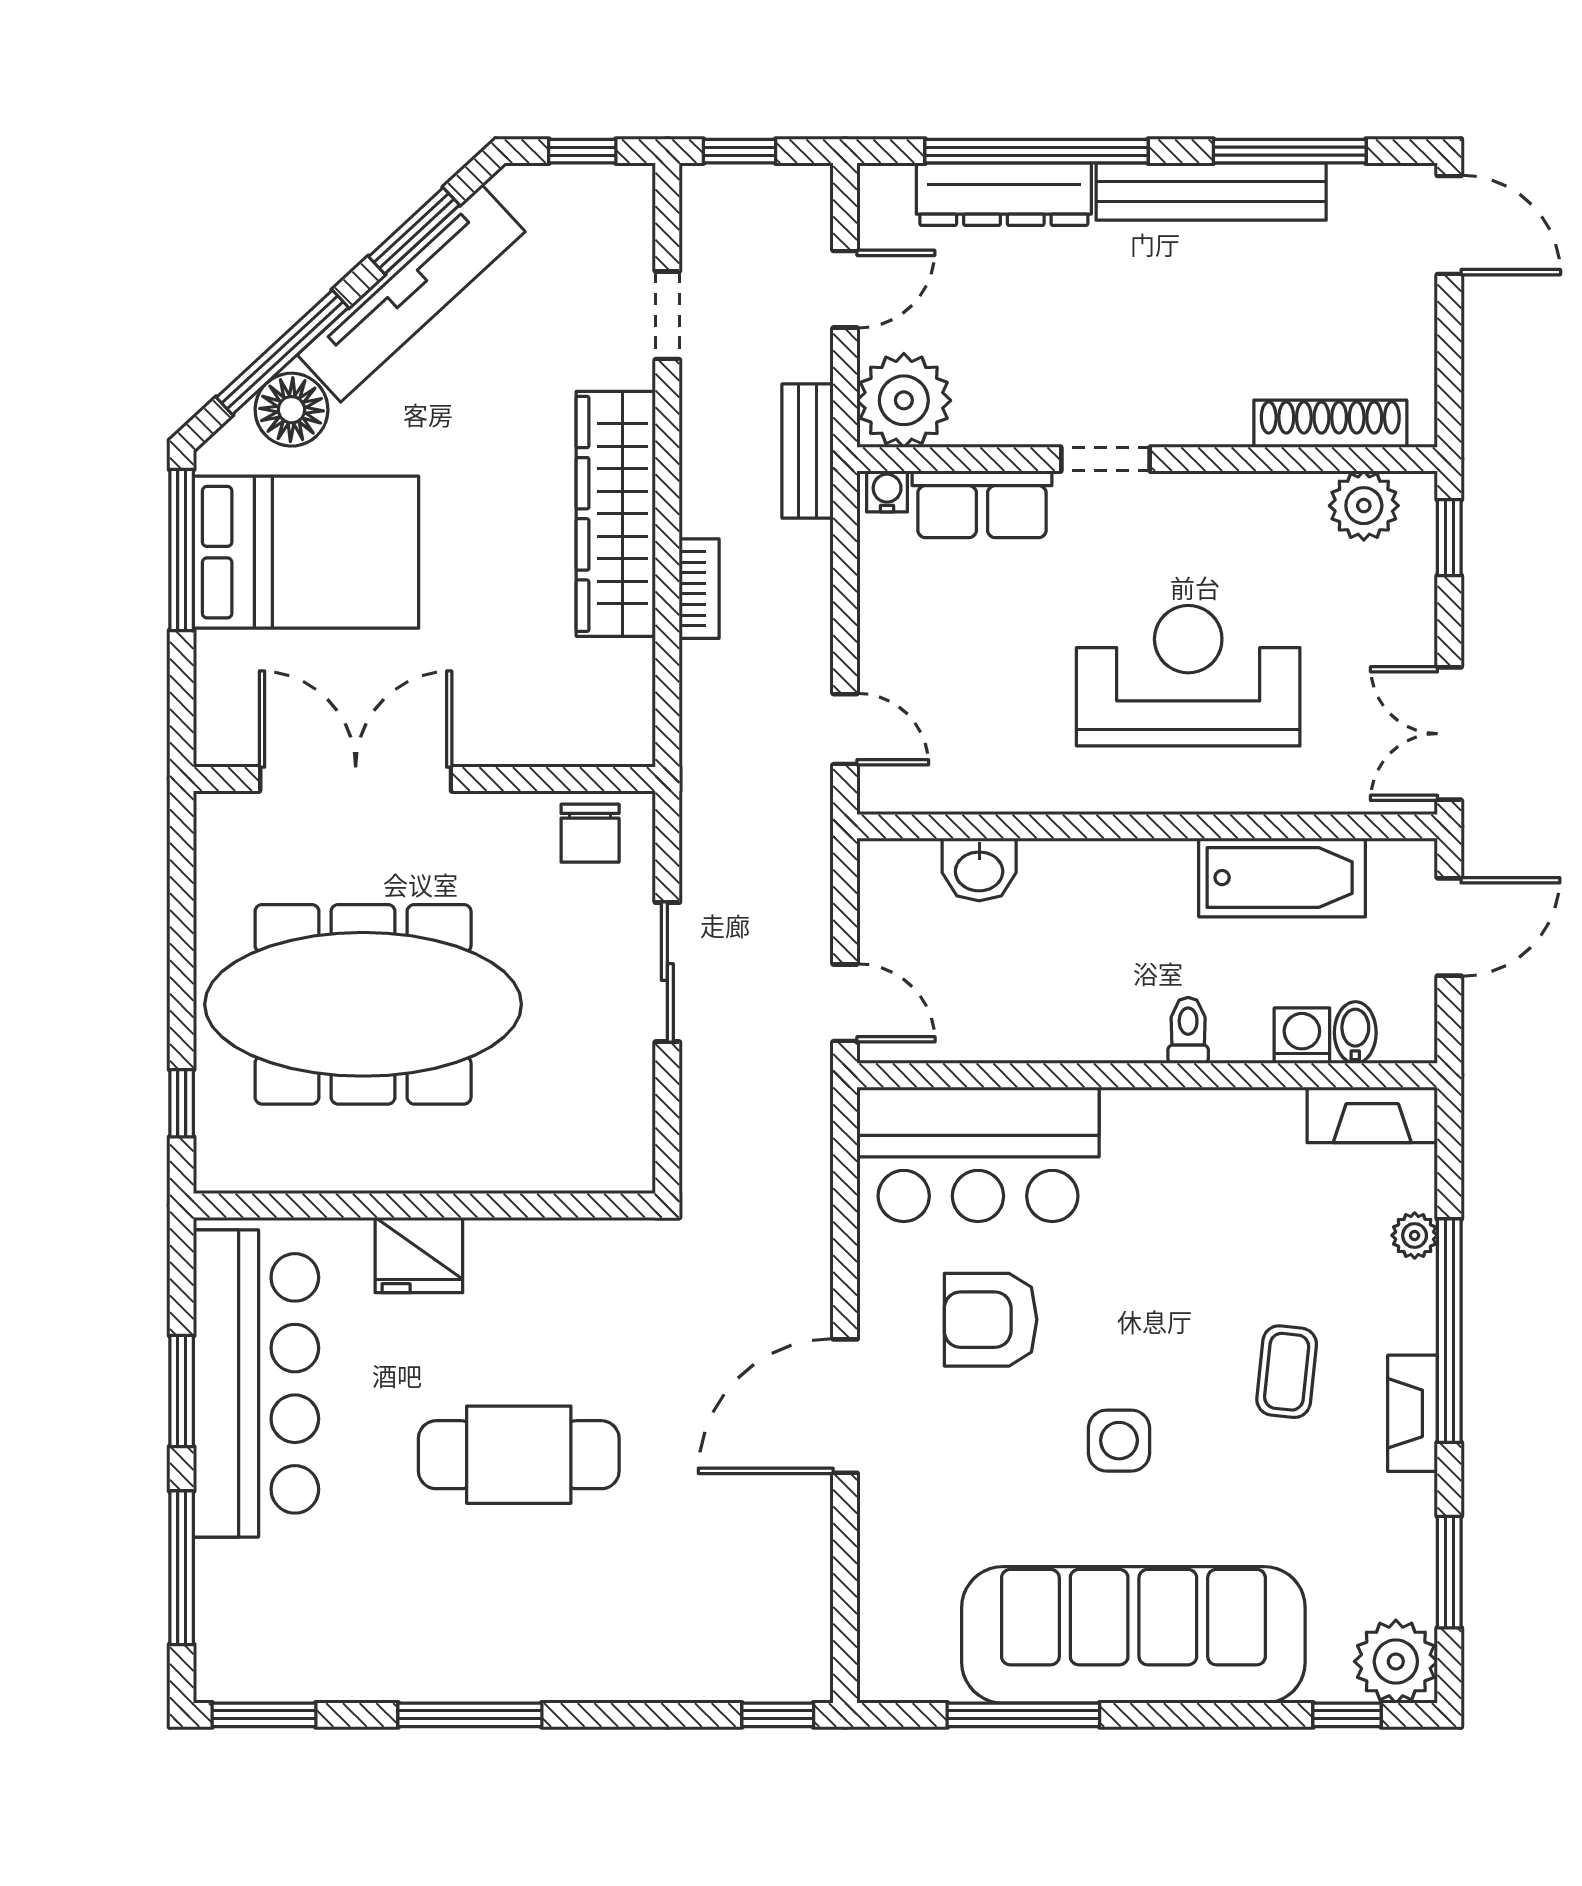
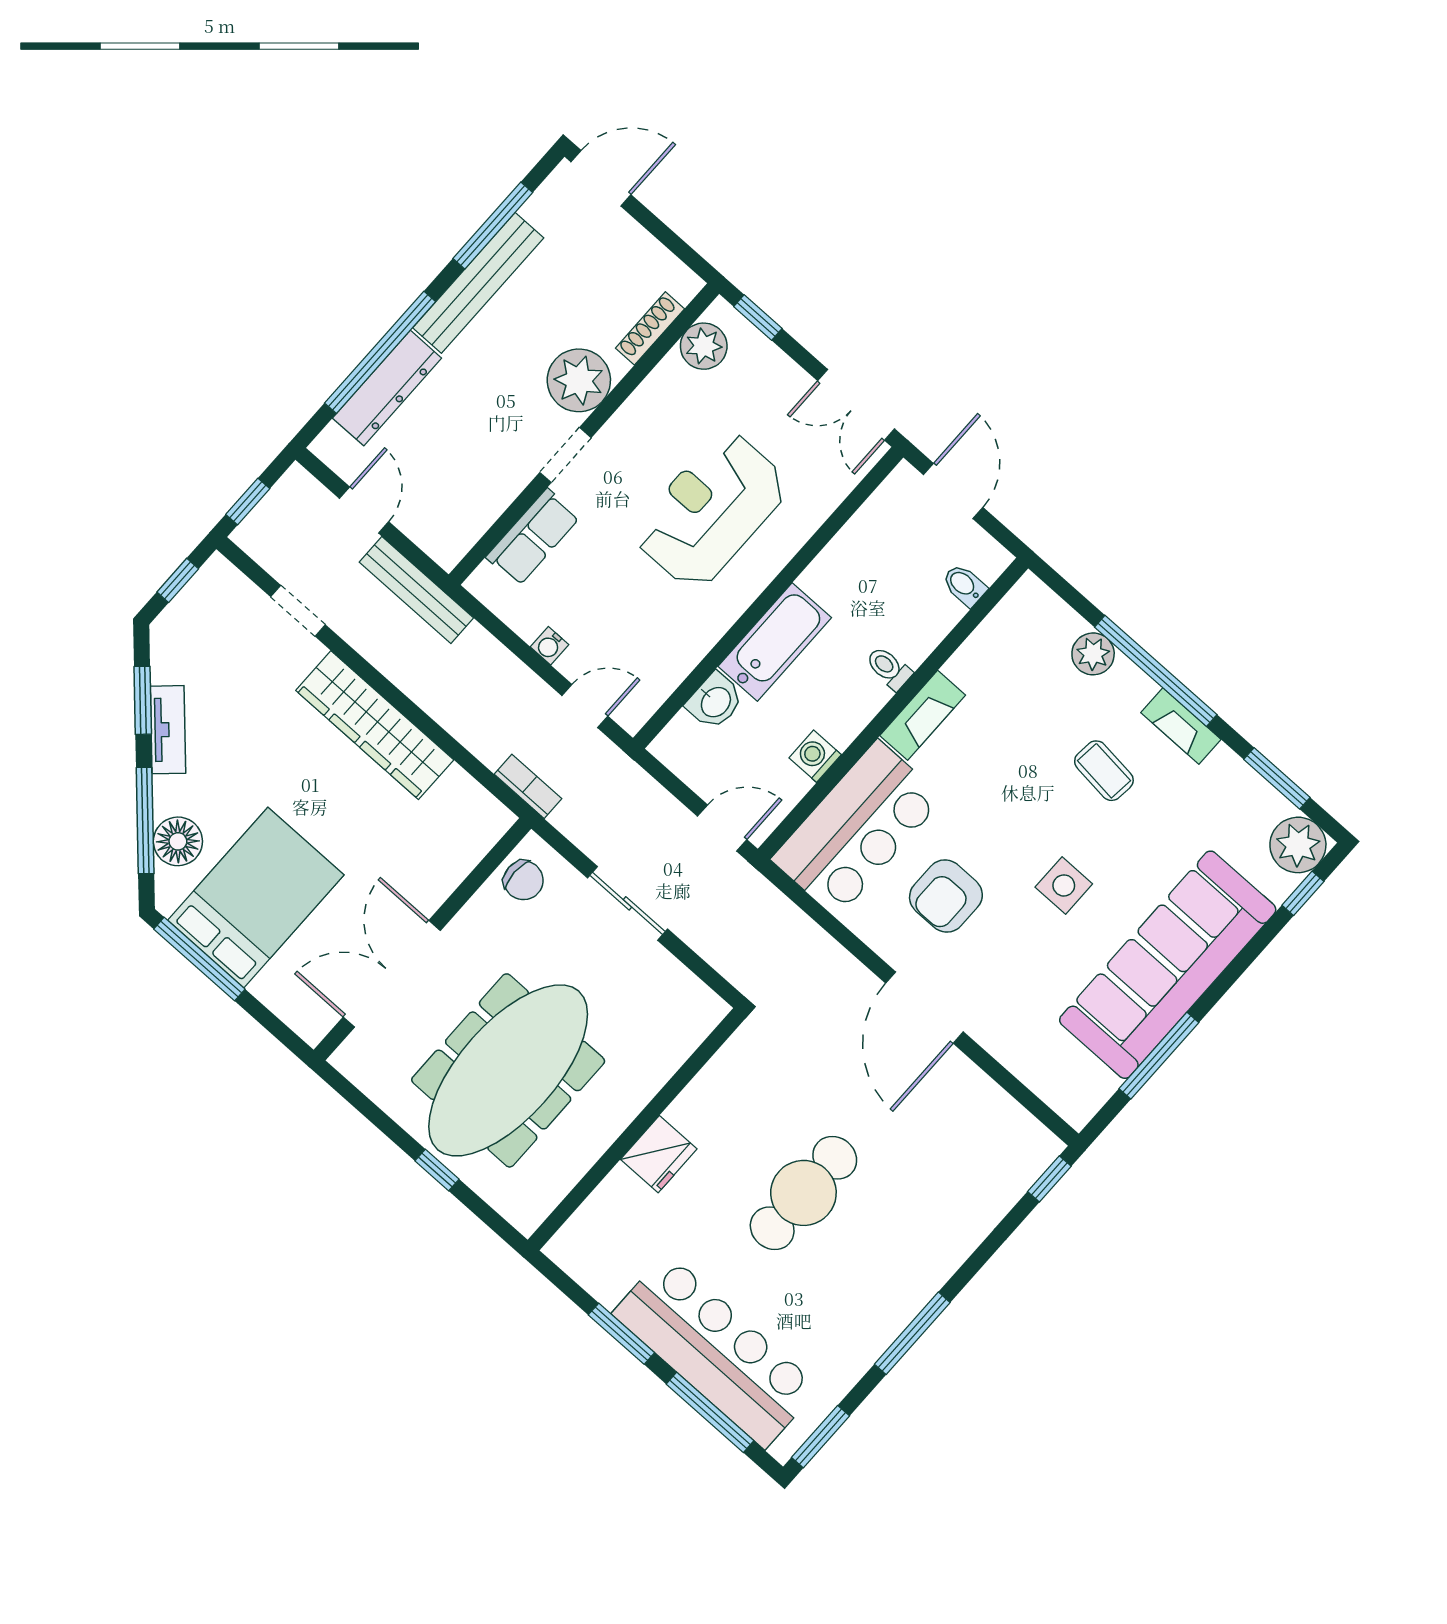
tv unit: (411, 293) -> (168, 730), width x0.52, depth x0.78
plant: (904, 400) -> (579, 380), moved
shoe rack: (1330, 424) -> (650, 328), width x0.74, depth x0.81
bench: (808, 451) -> (416, 590), width x1.36
water cooler: (887, 491) -> (550, 646), moved, turned -90
bookcase: (699, 589) -> (528, 786), moved
bathtub: (1282, 878) -> (775, 642), moved
washing machine: (1302, 1036) -> (815, 756), moved
window: (182, 1103) -> (437, 1170), moved
fireplace: (1372, 1115) -> (923, 715), moved
plant: (1415, 1235) -> (1093, 654), width x1.38, depth x1.38
bar counter: (256, 1383) -> (716, 1351), moved

